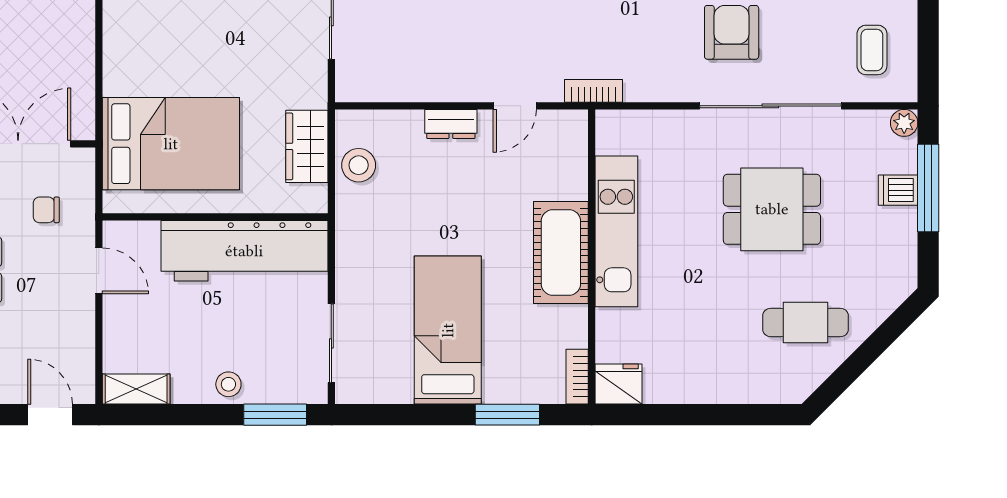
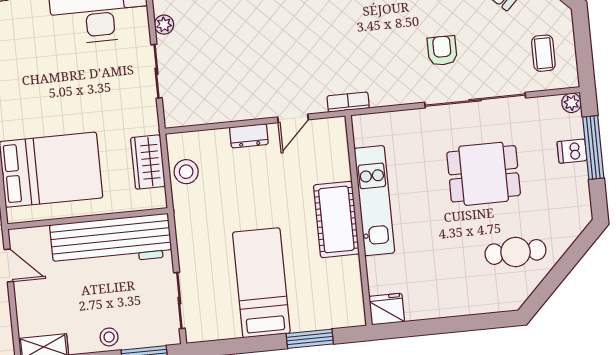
armchair: (732, 32) -> (442, 51), width x0.72, depth x0.72
bookcase: (577, 377) -> (357, 307), removed

